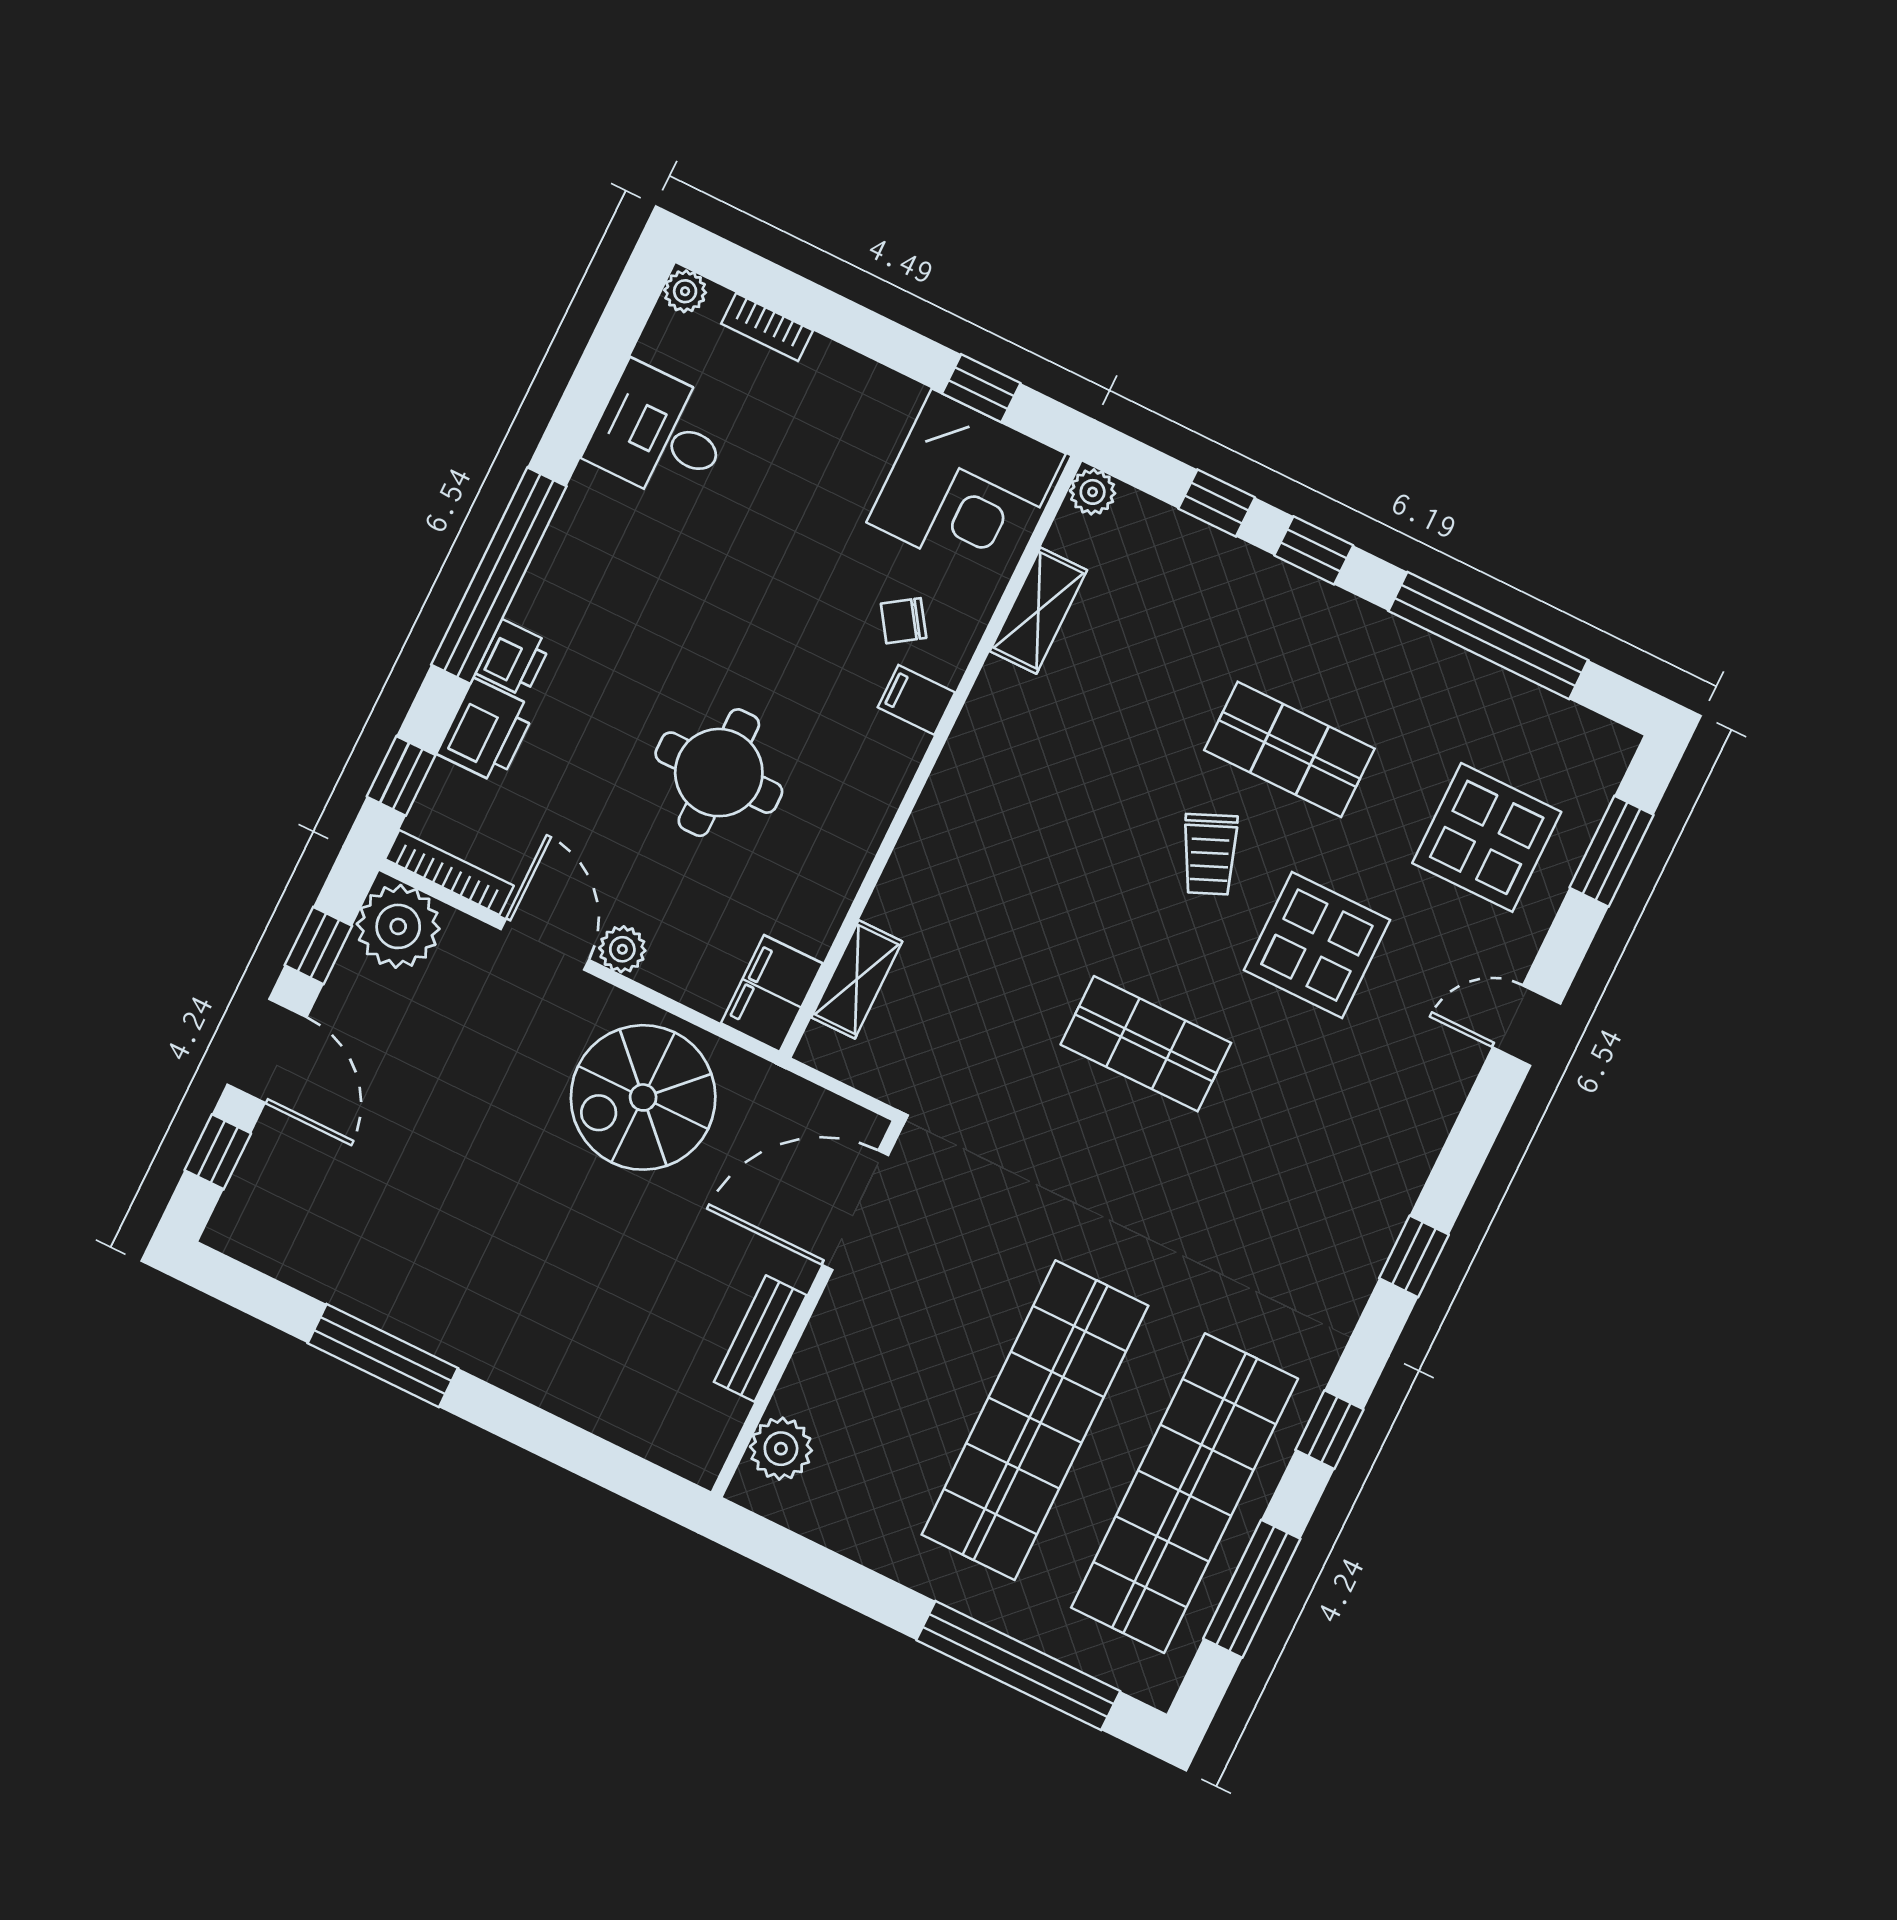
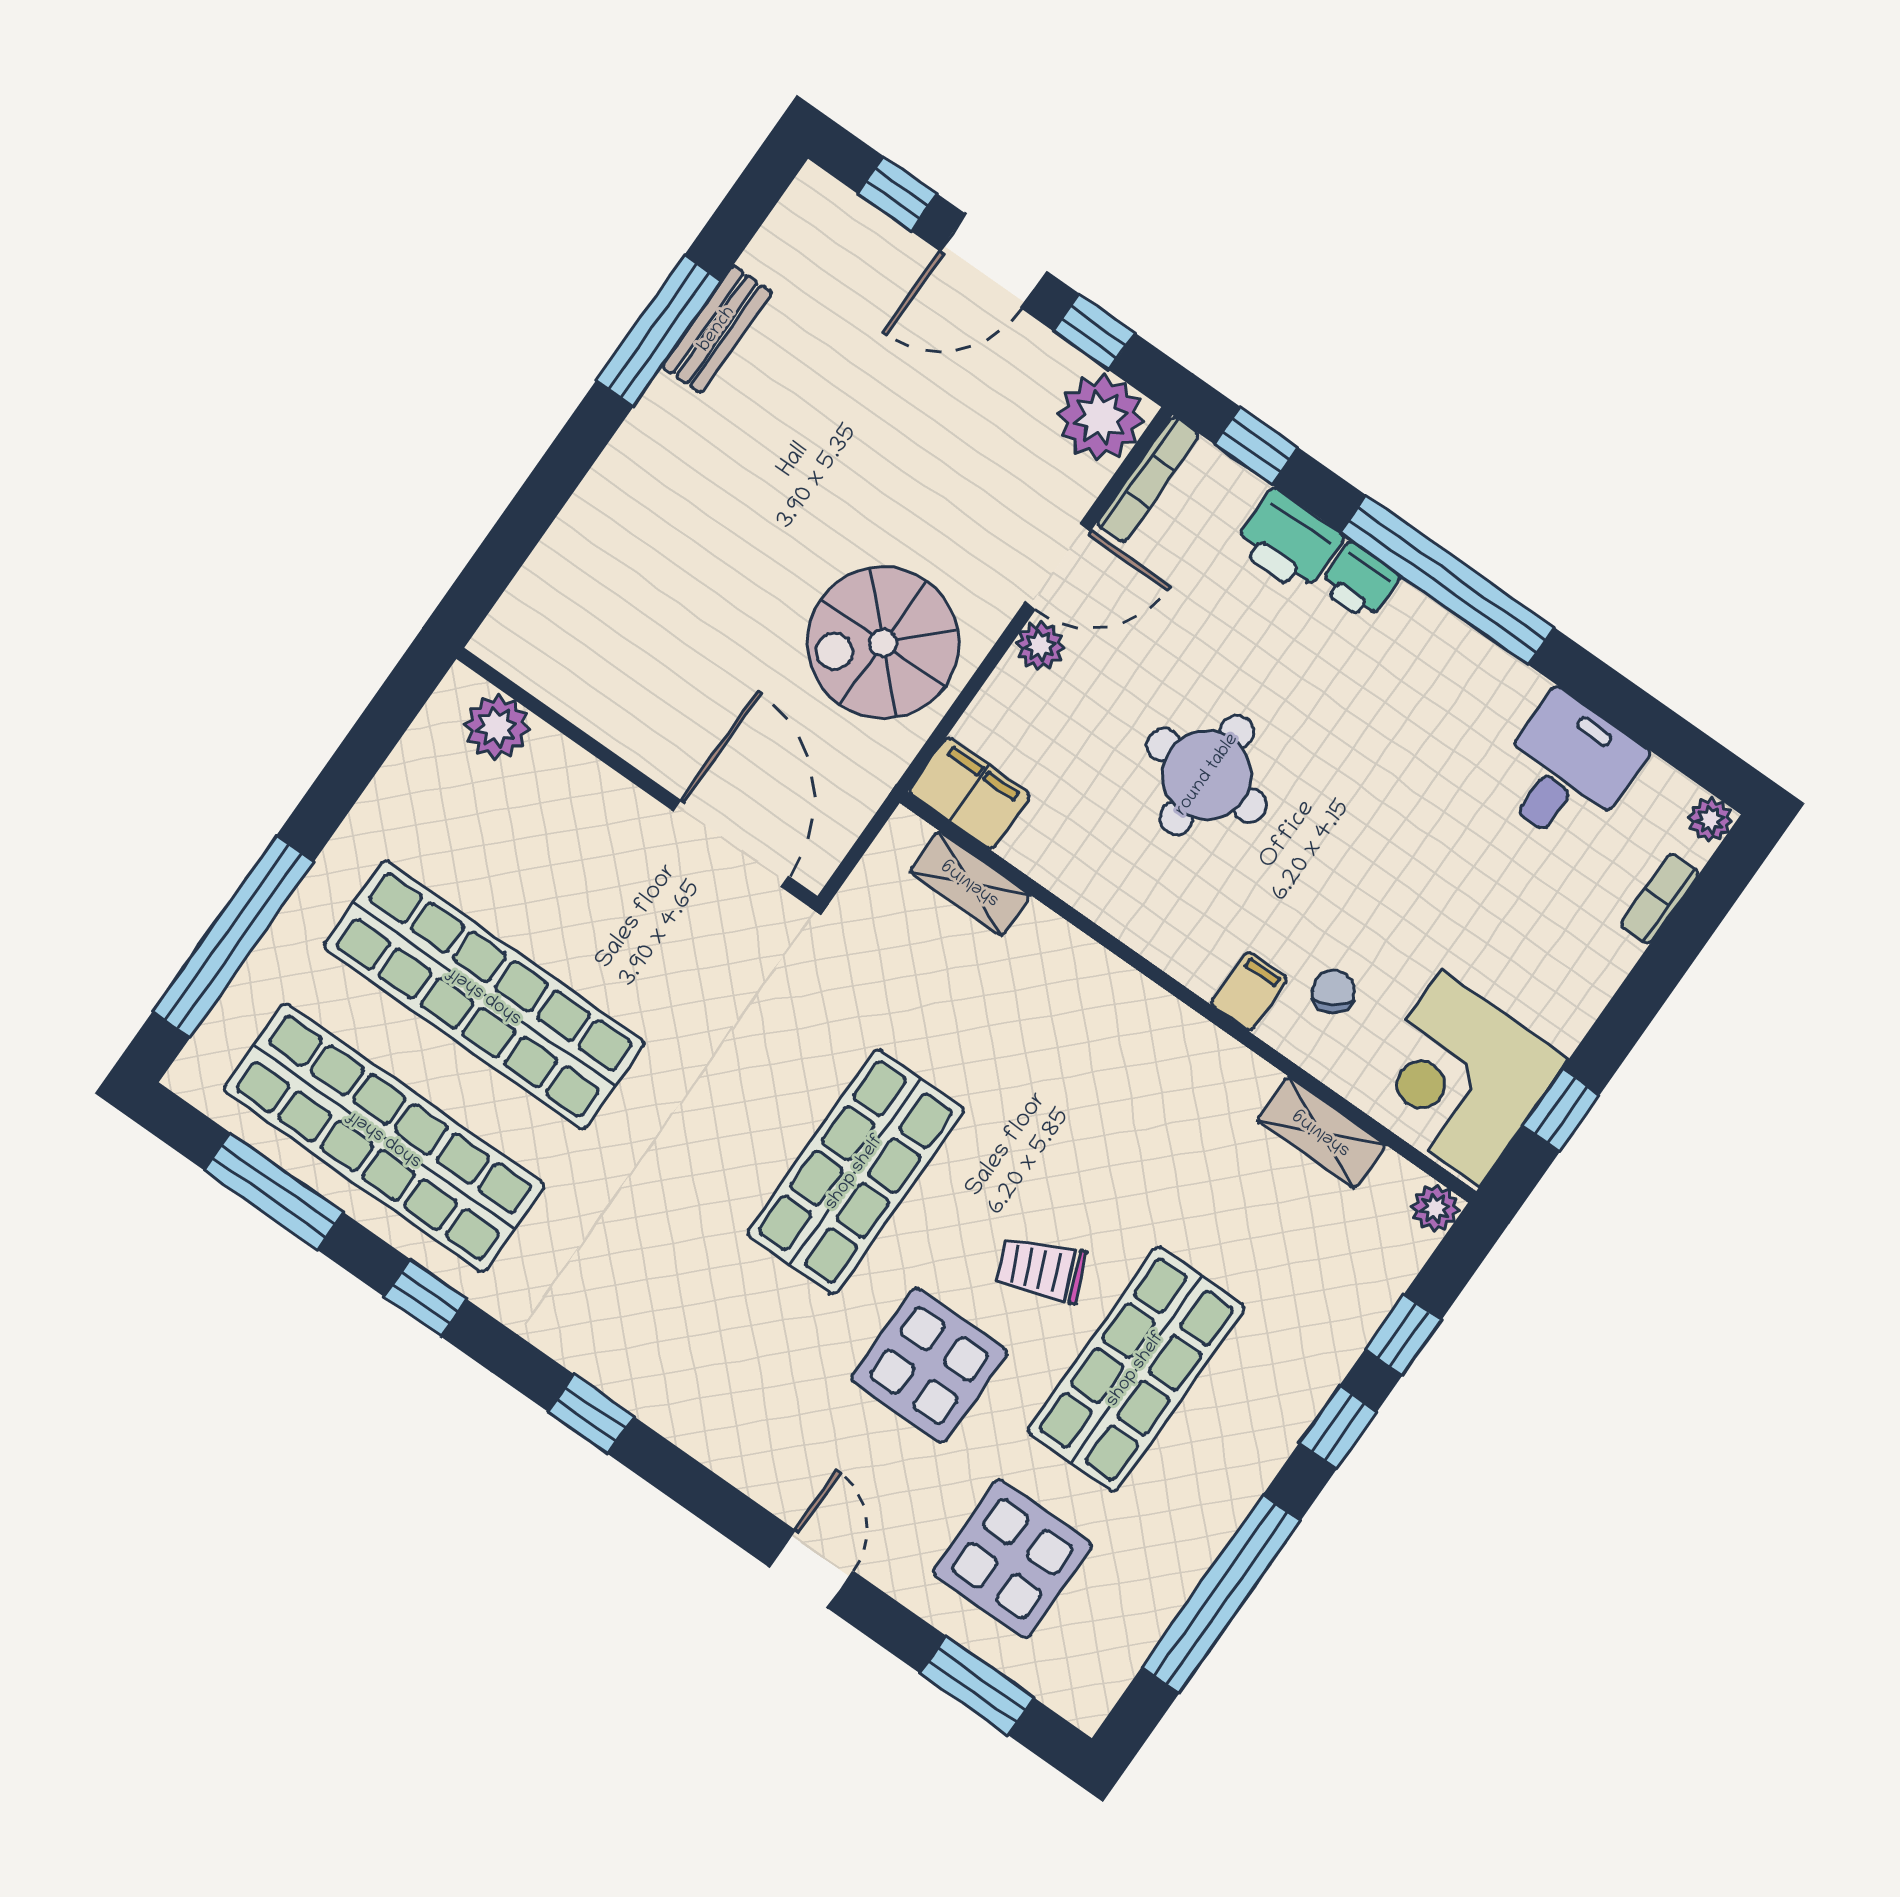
shop shelf: (1289, 749) -> (1136, 1369), width x1.43, depth x1.36
shop shelf: (1146, 1044) -> (855, 1172), width x1.43, depth x1.36
spiral stairs: (643, 1097) -> (883, 643), turned -90
bench: (760, 1338) -> (717, 329), moved, turned 90

